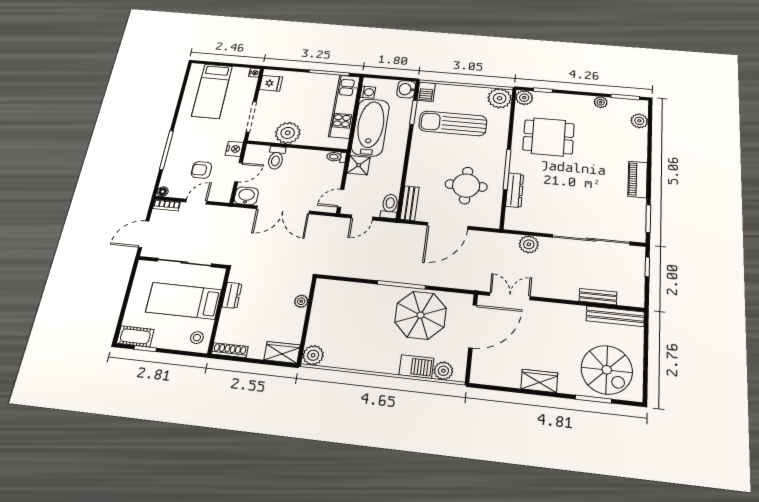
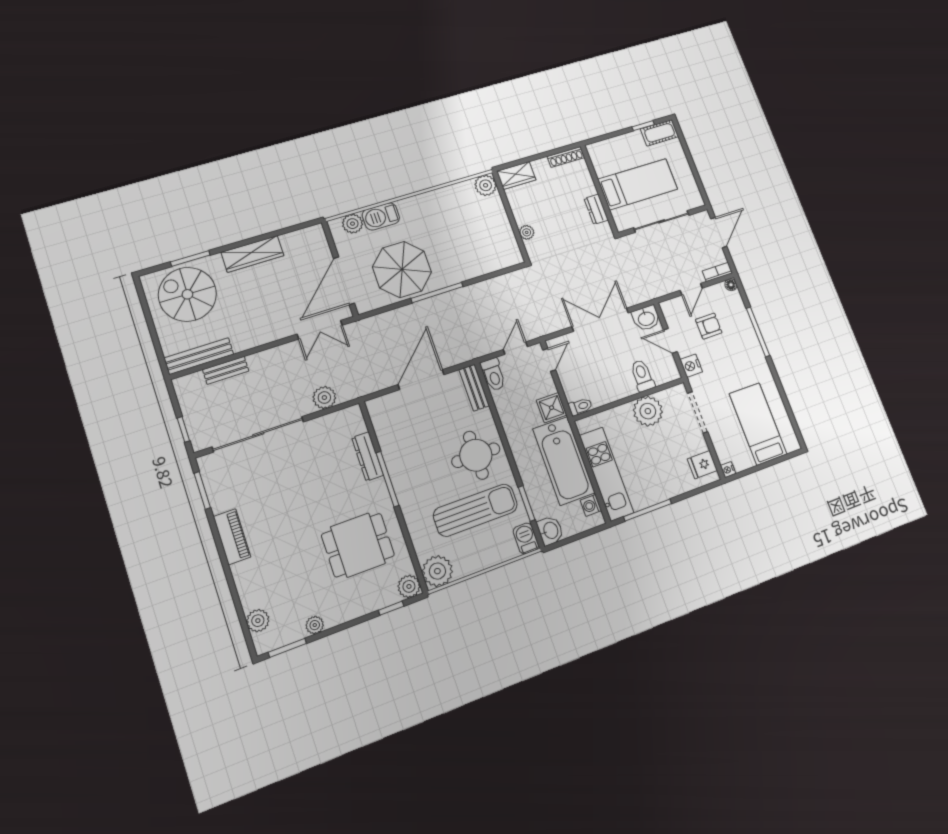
door: (238, 172) -> (670, 341), hinge flipped
round table: (466, 185) -> (476, 455), moved
stool: (197, 338) -> (603, 156), removed
wardrobe: (539, 381) -> (252, 254), width x1.50

